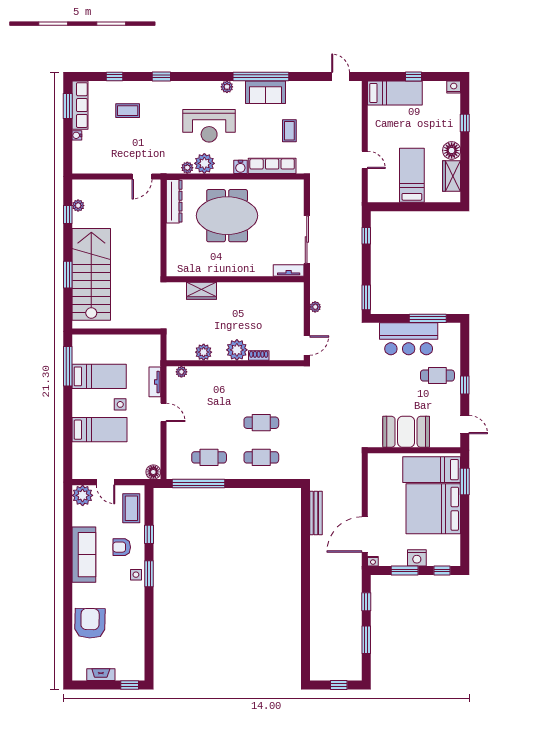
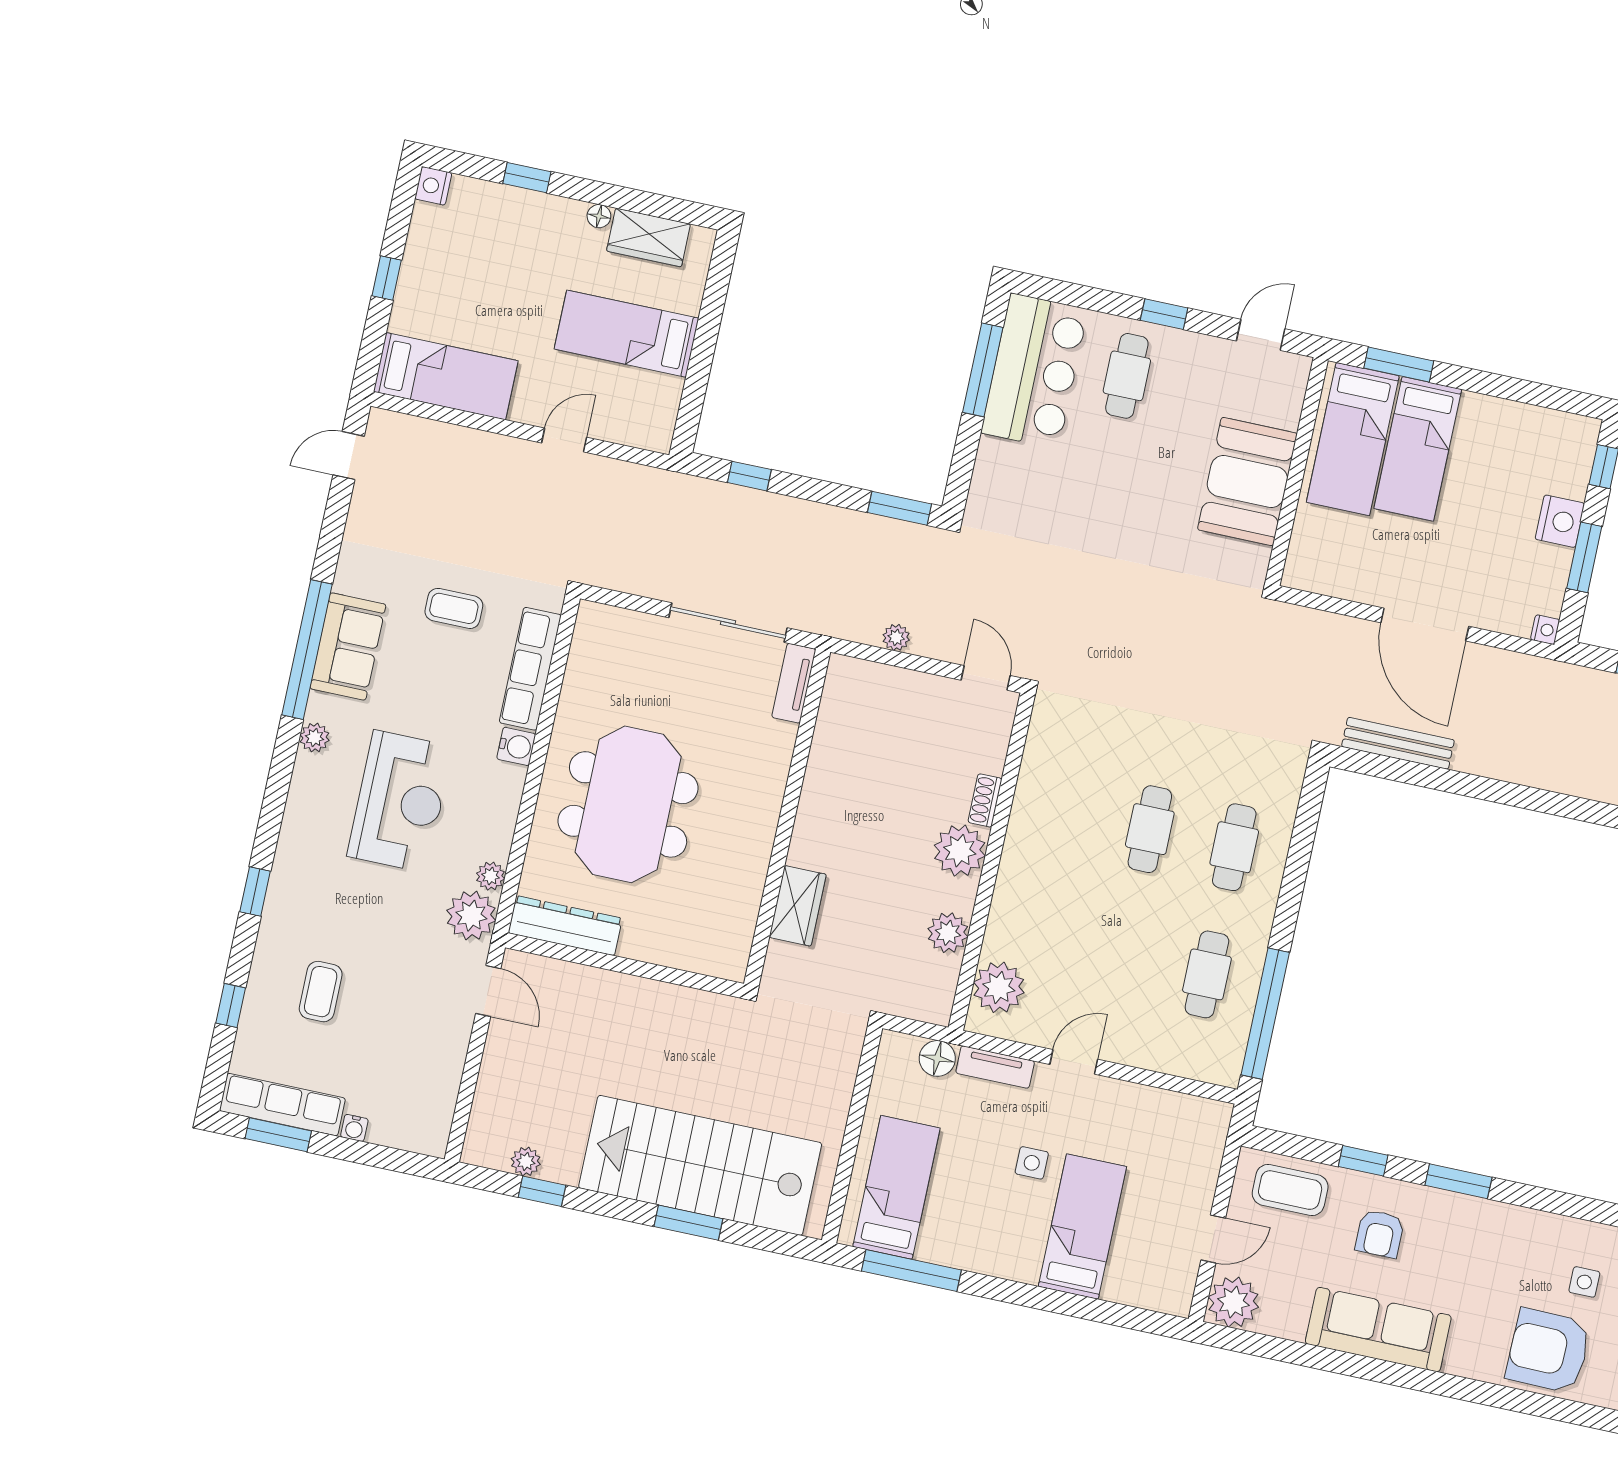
bed: (395, 93) -> (446, 376), moved, turned 90
floor lamp: (452, 150) -> (599, 216), width x0.53, depth x0.53
plant: (204, 163) -> (471, 916), moved
bar counter: (409, 339) -> (1034, 371), moved
plant: (181, 372) -> (999, 987), width x1.87, depth x1.87
bed: (99, 376) -> (896, 1187), moved
floor lamp: (153, 472) -> (937, 1058), moved
bed: (433, 509) -> (1418, 449), width x0.49
door: (365, 535) -> (1425, 625), moved
side table: (136, 575) -> (1584, 1282), moved

